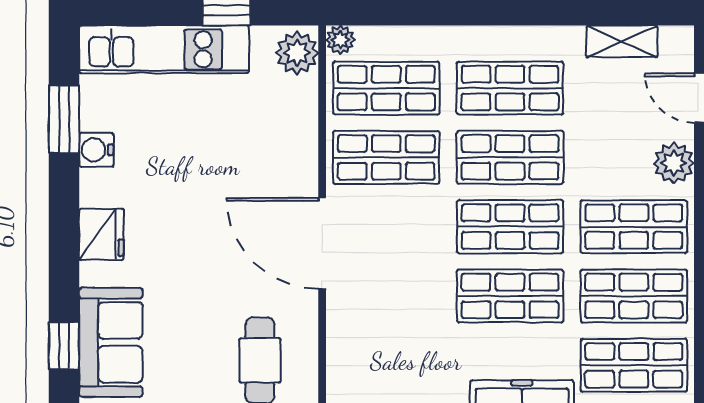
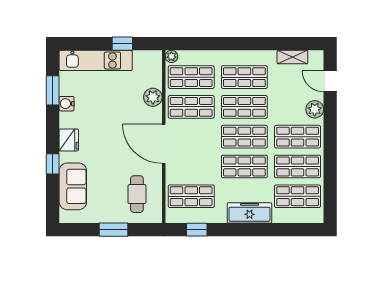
plant: (297, 53) -> (153, 97), moved
window: (64, 346) -> (53, 164), moved
shop shelf: (386, 365) -> (191, 196), added

